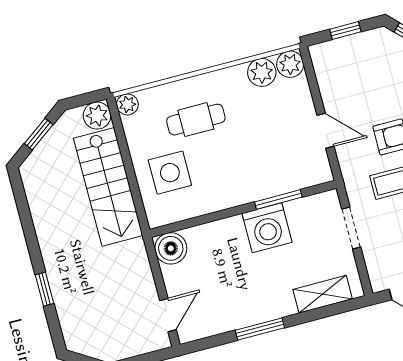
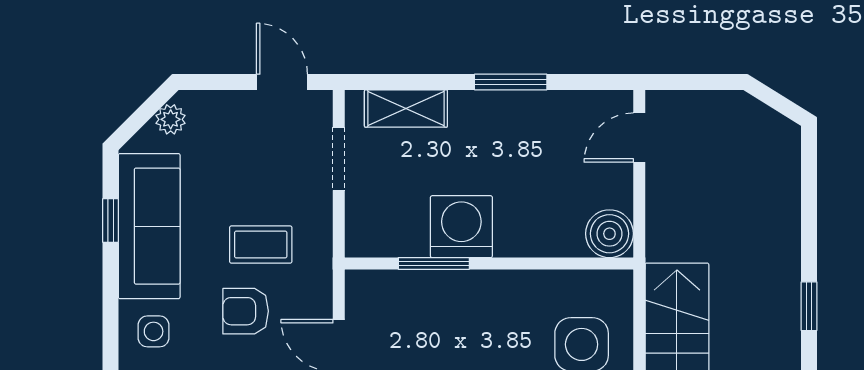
doorway: (351, 228) -> (339, 159), moved
window: (45, 289) -> (809, 306), moved

